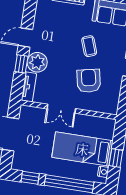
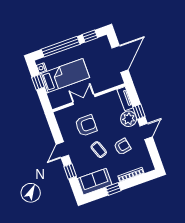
armchair: (61, 35) -> (122, 147), added
armchair: (89, 81) -> (86, 125), turned -78
double door: (61, 109) -> (84, 100), moved

